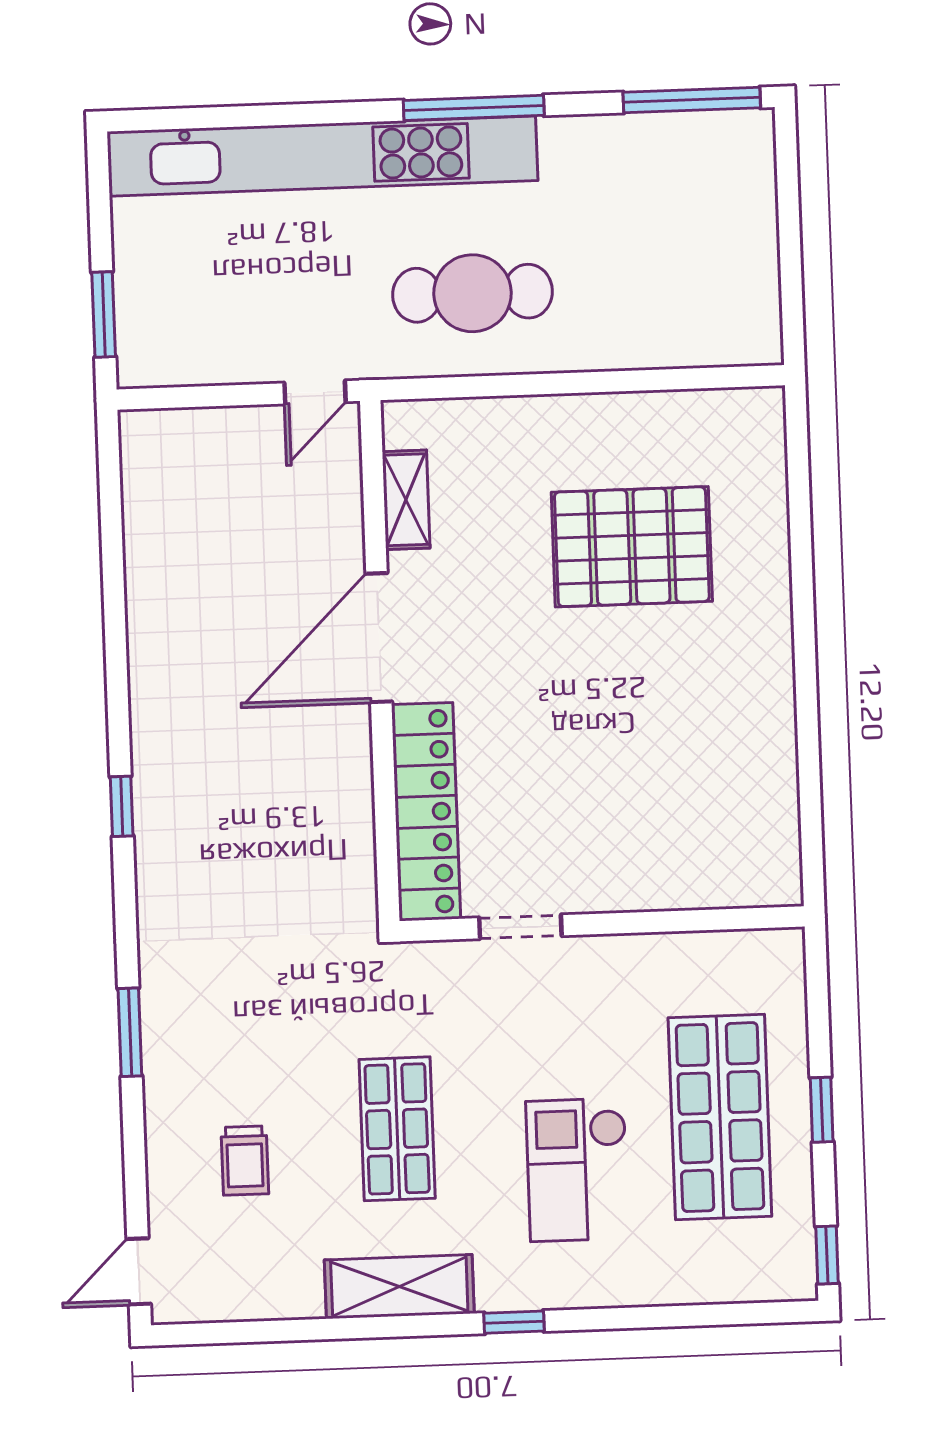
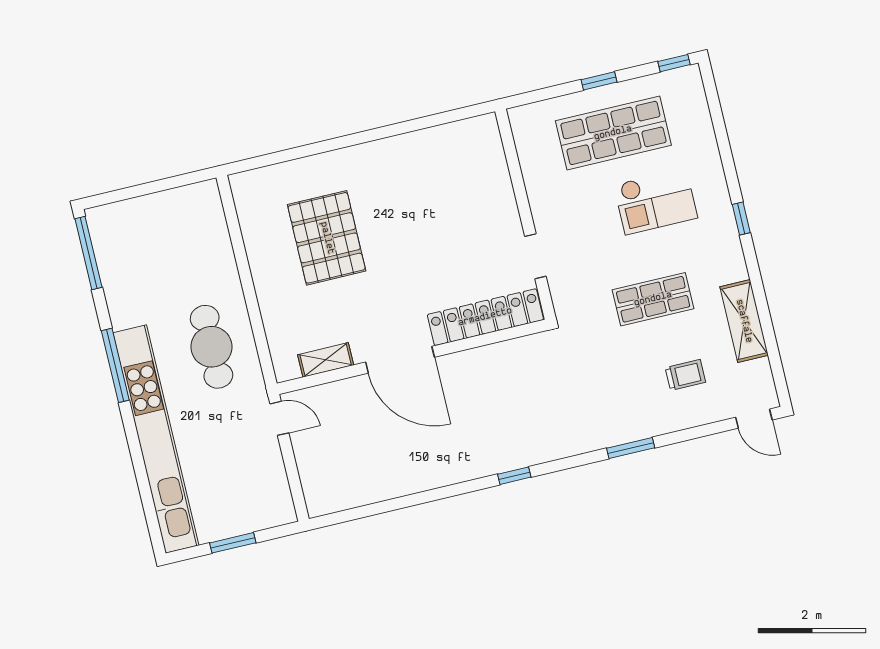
window: (104, 315) -> (233, 543), moved
shelving: (399, 1287) -> (744, 321), moved

